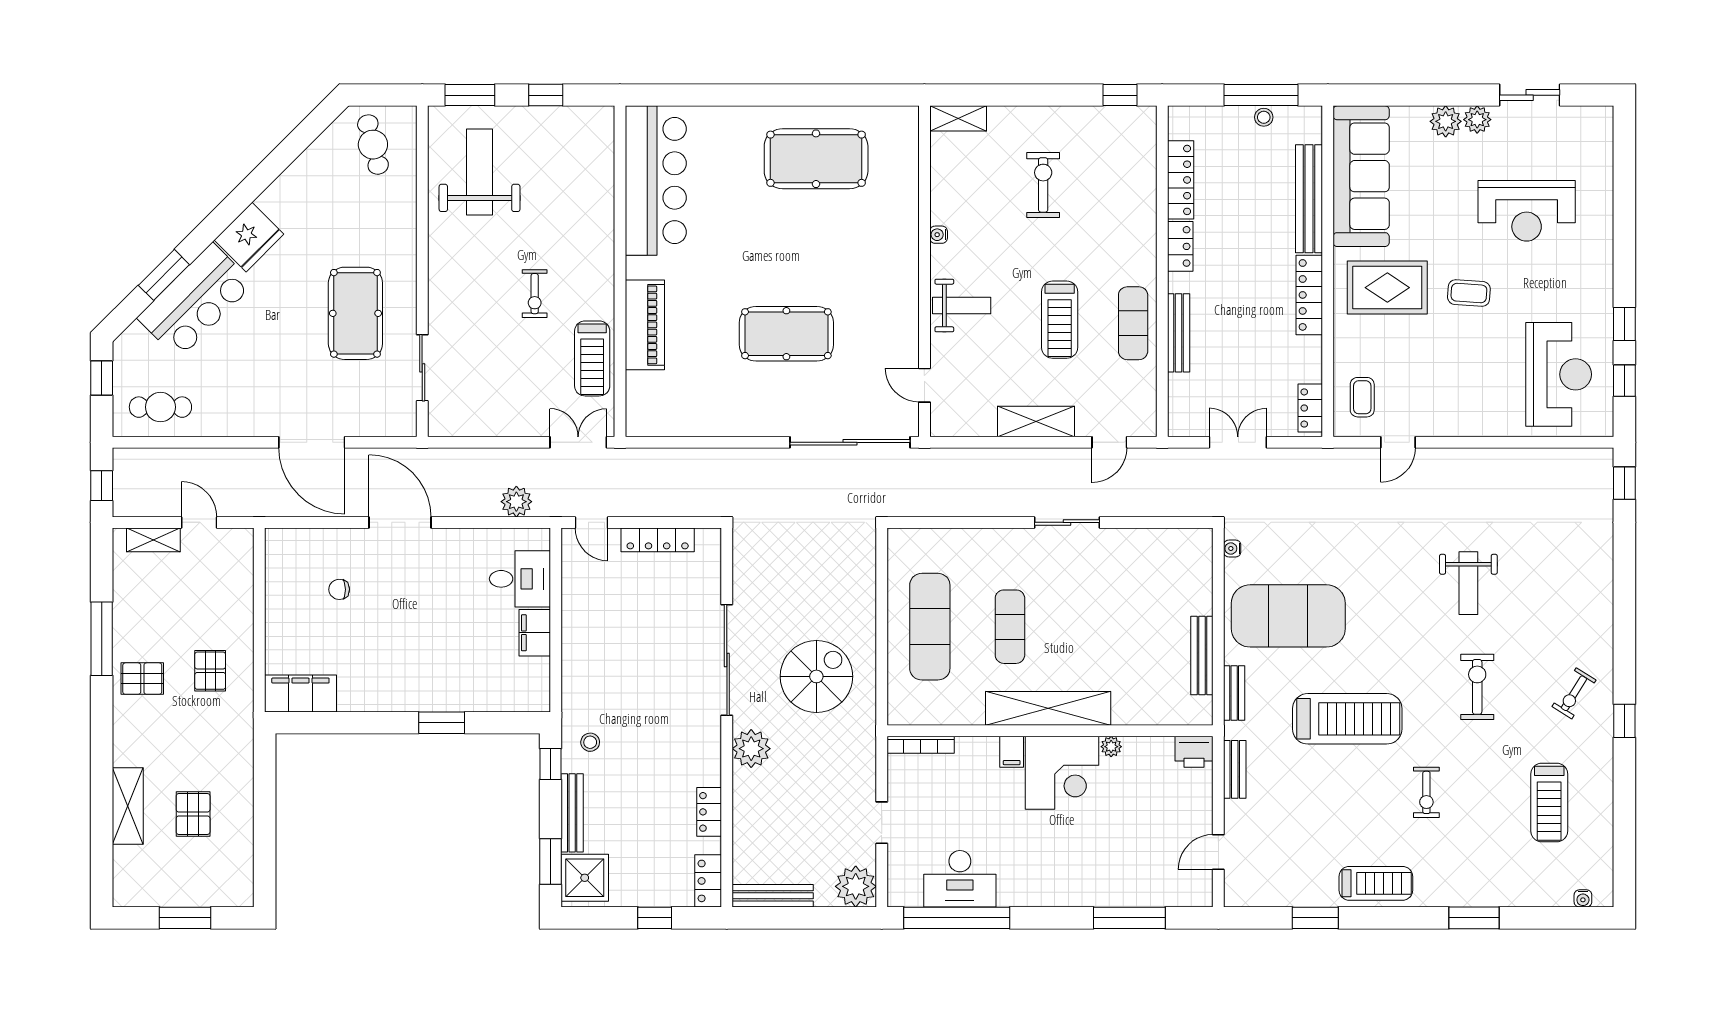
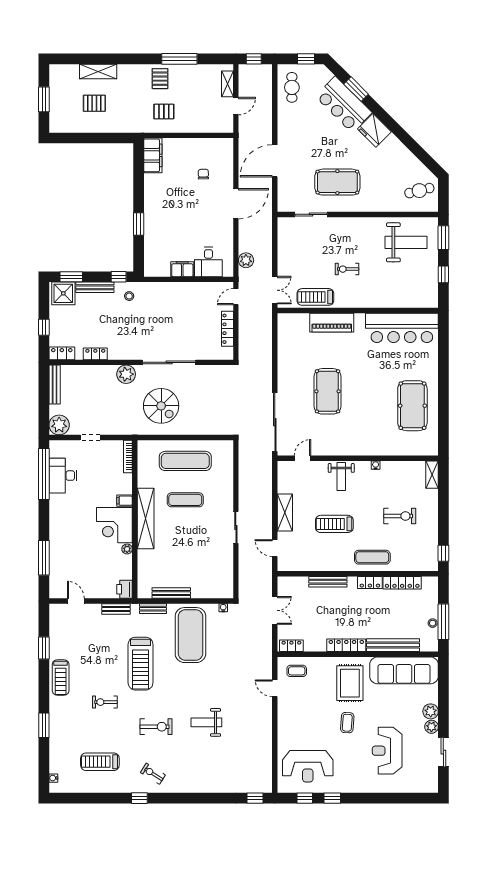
exercise mat: (1133, 323) -> (372, 557), moved

